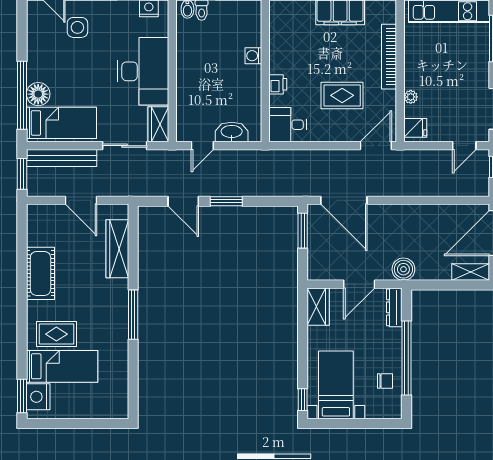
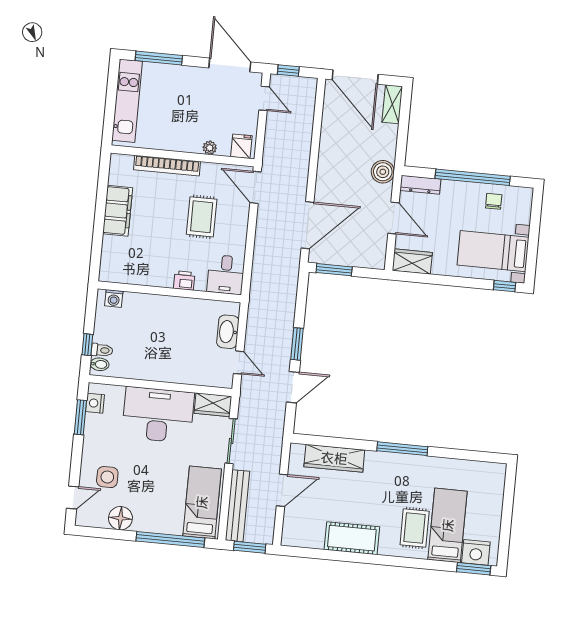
washing machine: (253, 56) -> (114, 299), moved
floor lamp: (38, 94) -> (120, 518), moved

